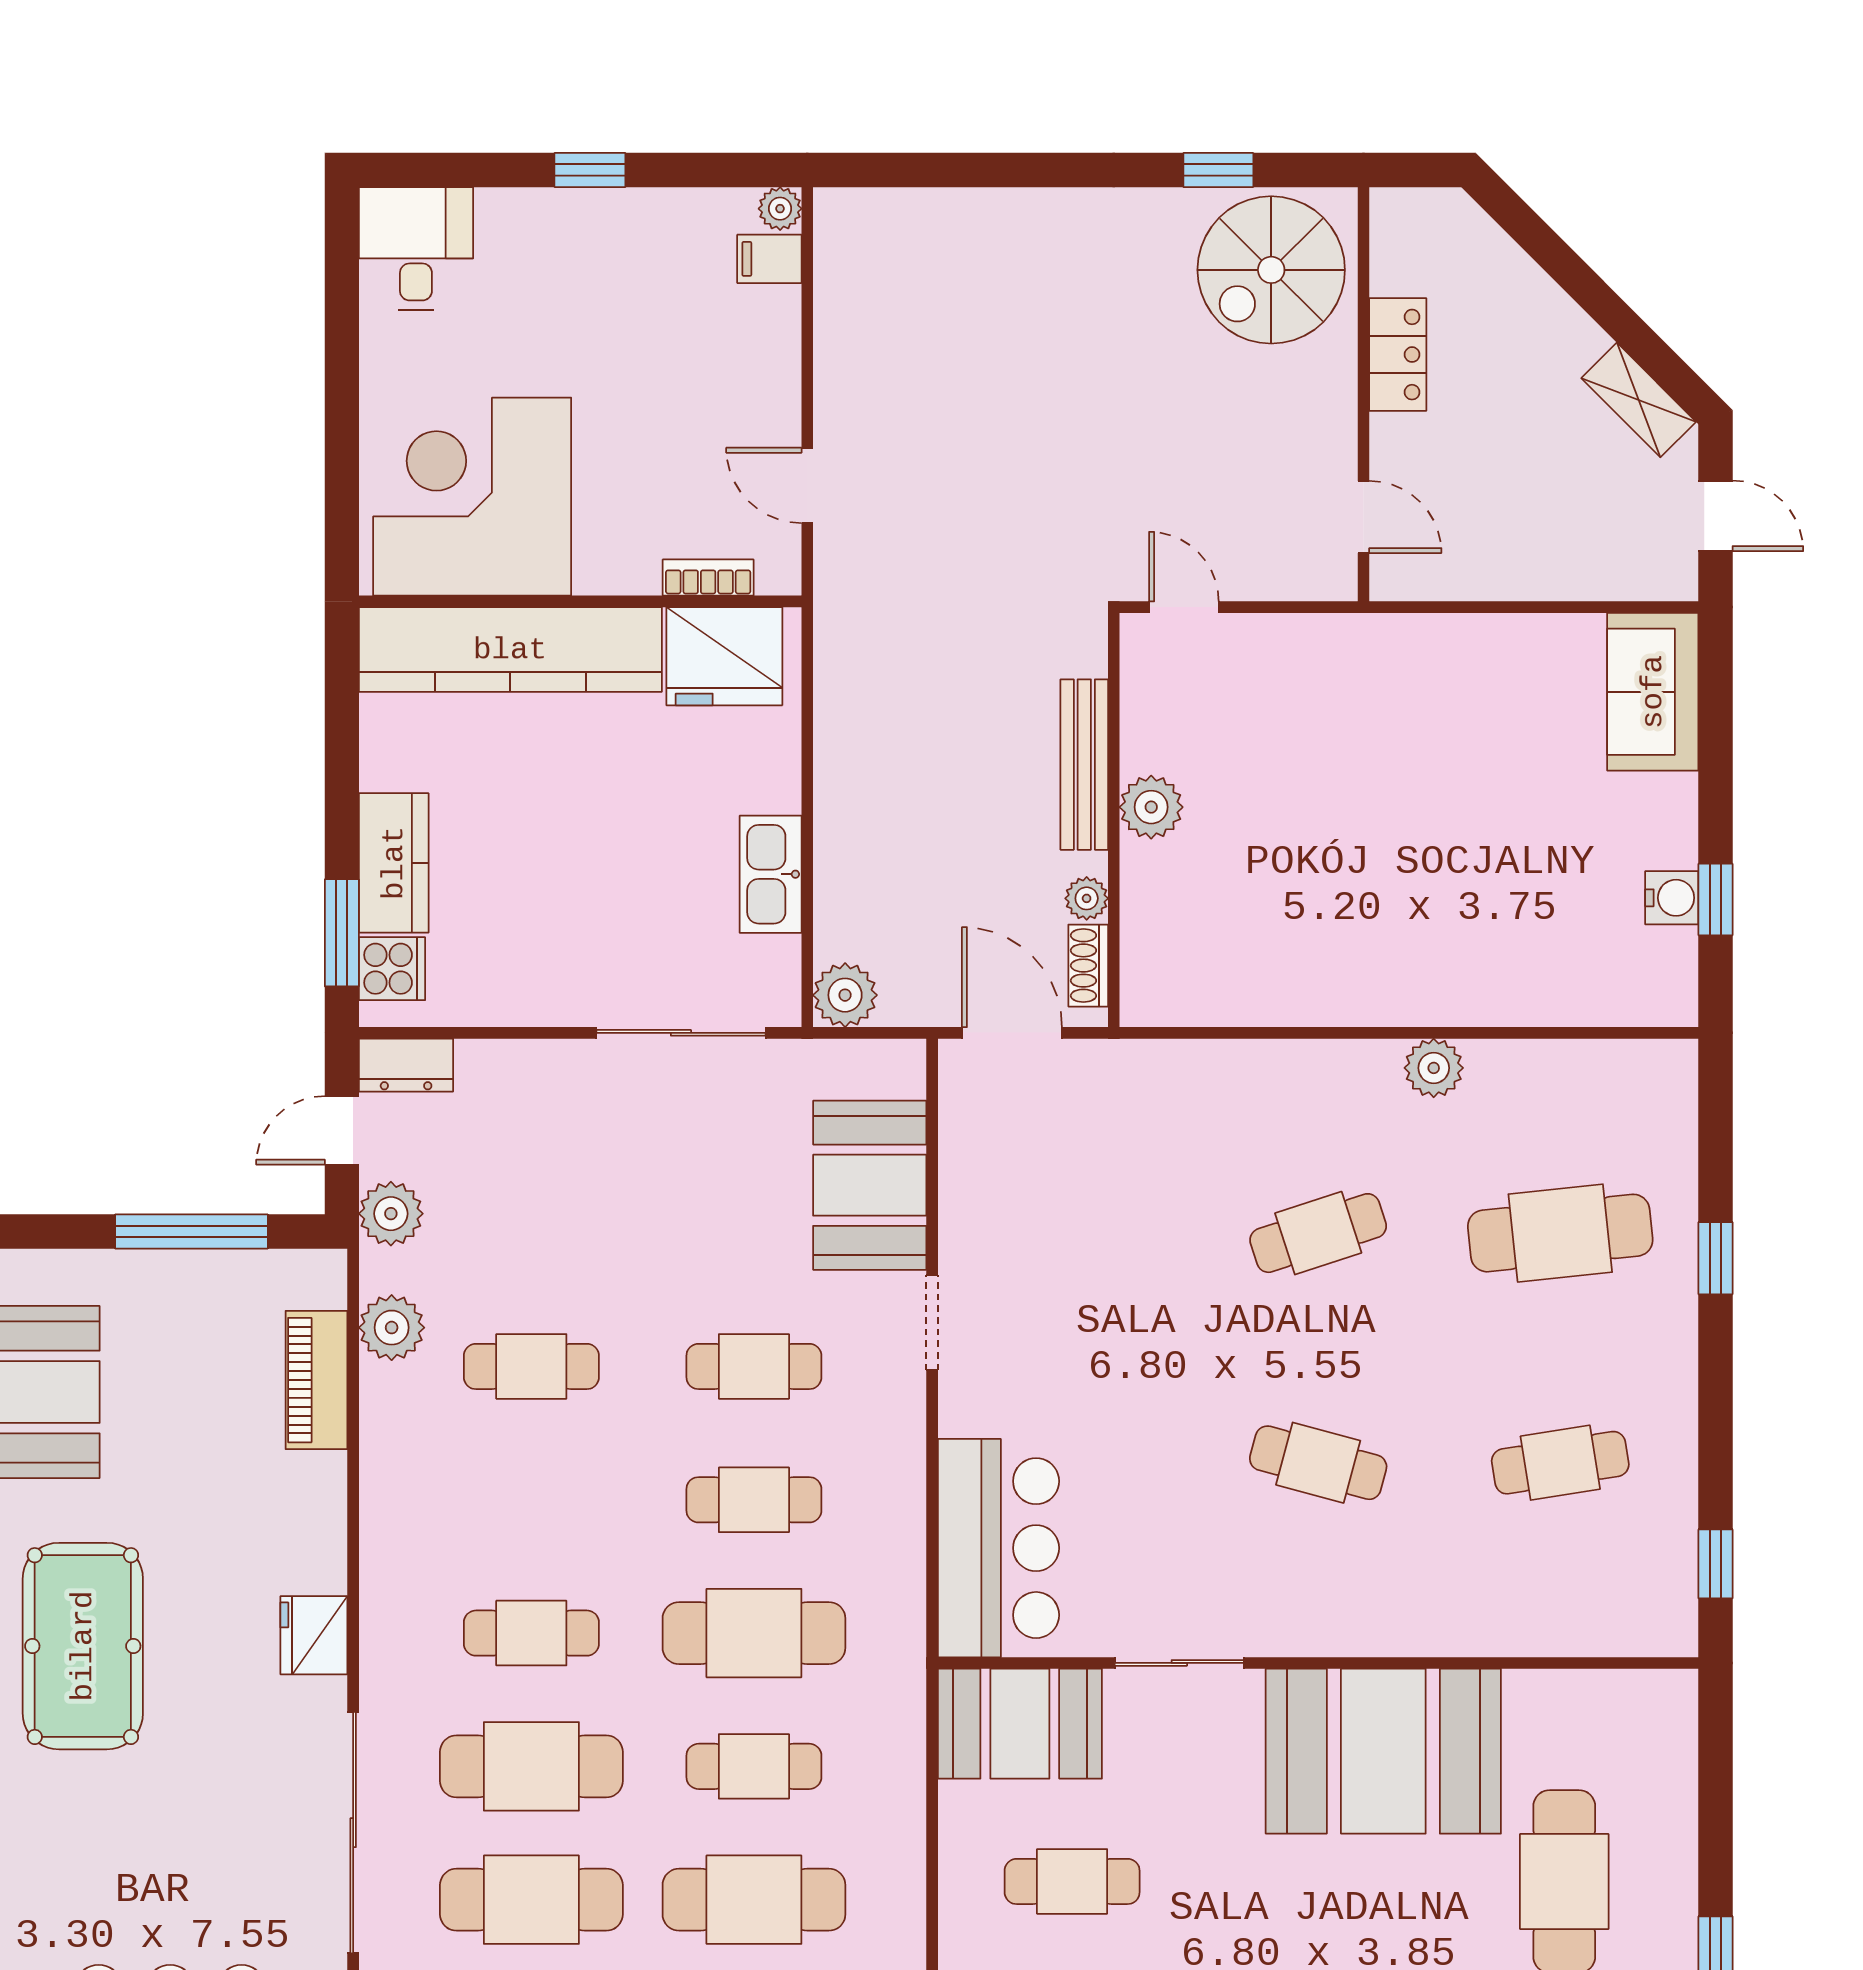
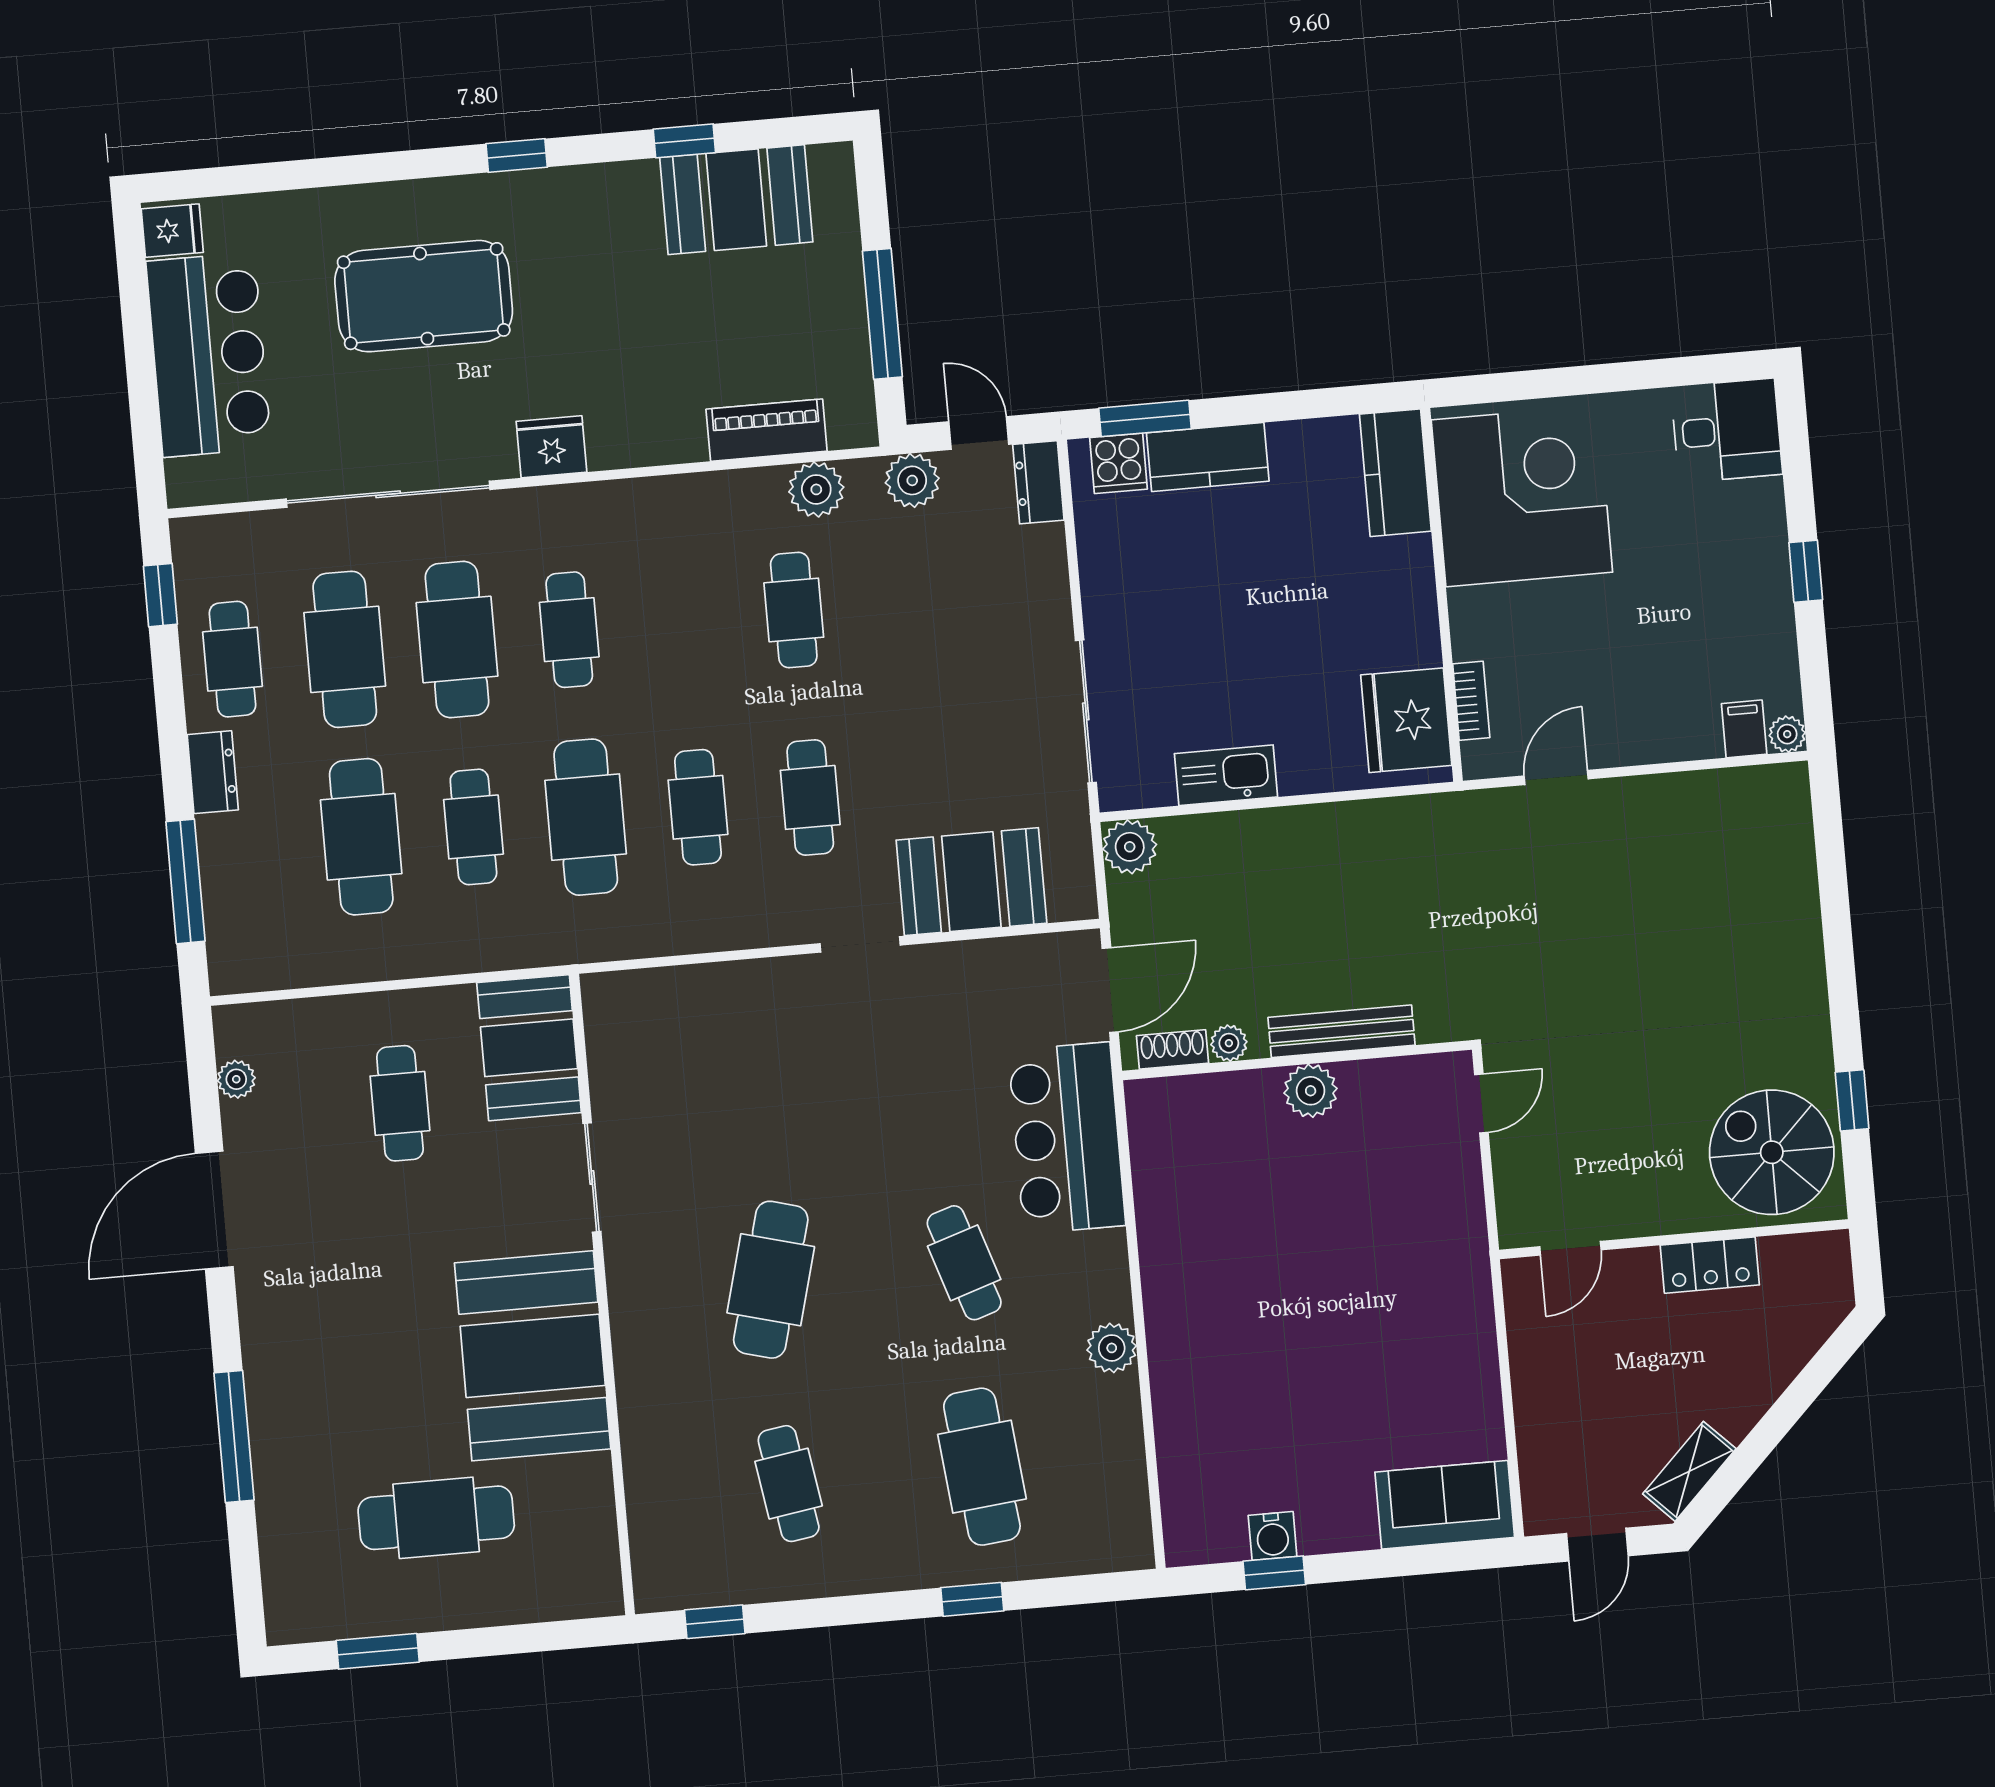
kitchen counter: (510, 650) -> (1395, 473), width x0.48, depth x0.86
cafe table: (1318, 1463) -> (771, 1280), width x1.37, depth x1.35
bar counter: (998, 1548) -> (1067, 1138), moved, turned 90
pool table: (83, 1646) -> (424, 296), moved

